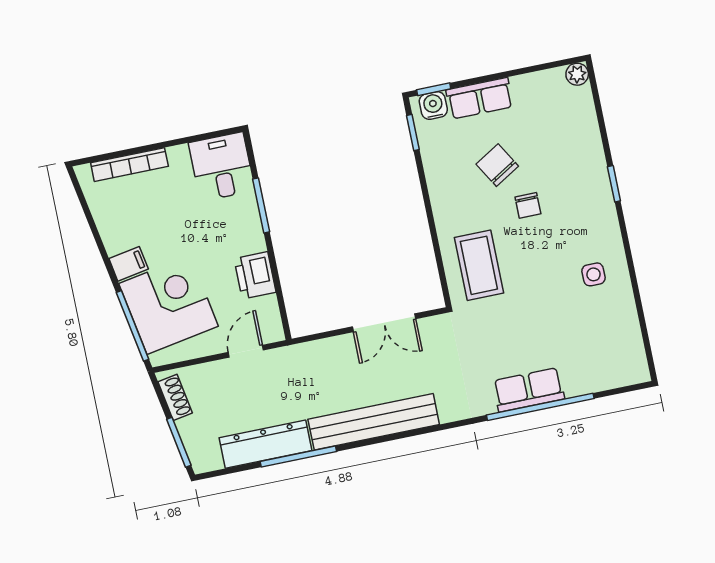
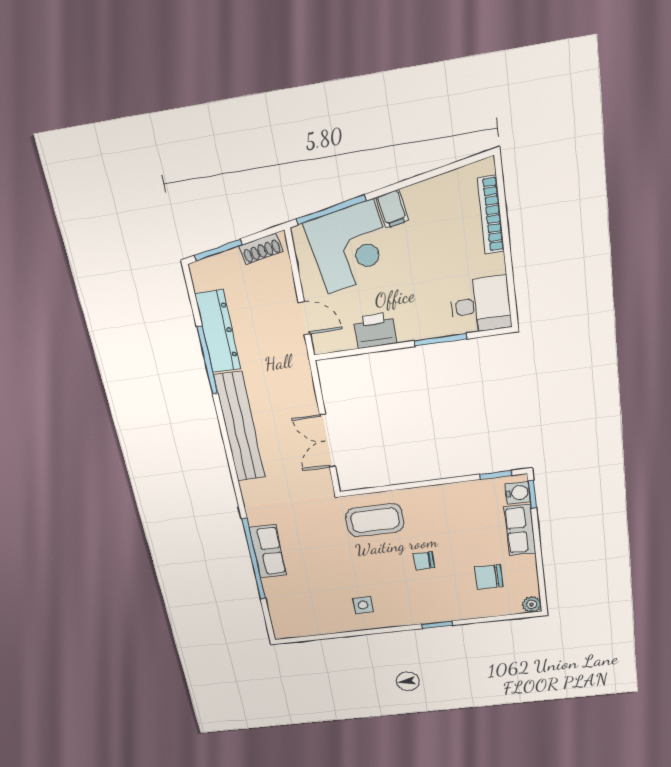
chair: (497, 165) -> (489, 577), moved, turned -149

